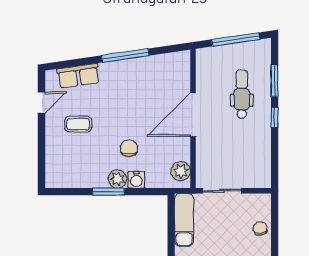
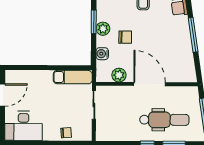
dental chair: (242, 94) -> (164, 120), width x1.36, depth x1.38
plant: (181, 171) -> (119, 75), moved
water cooler: (136, 180) -> (102, 54), moved

